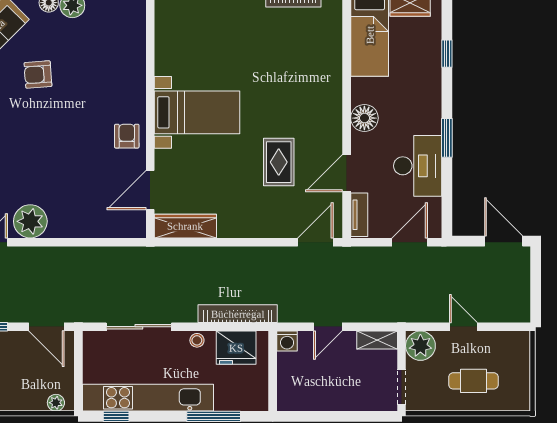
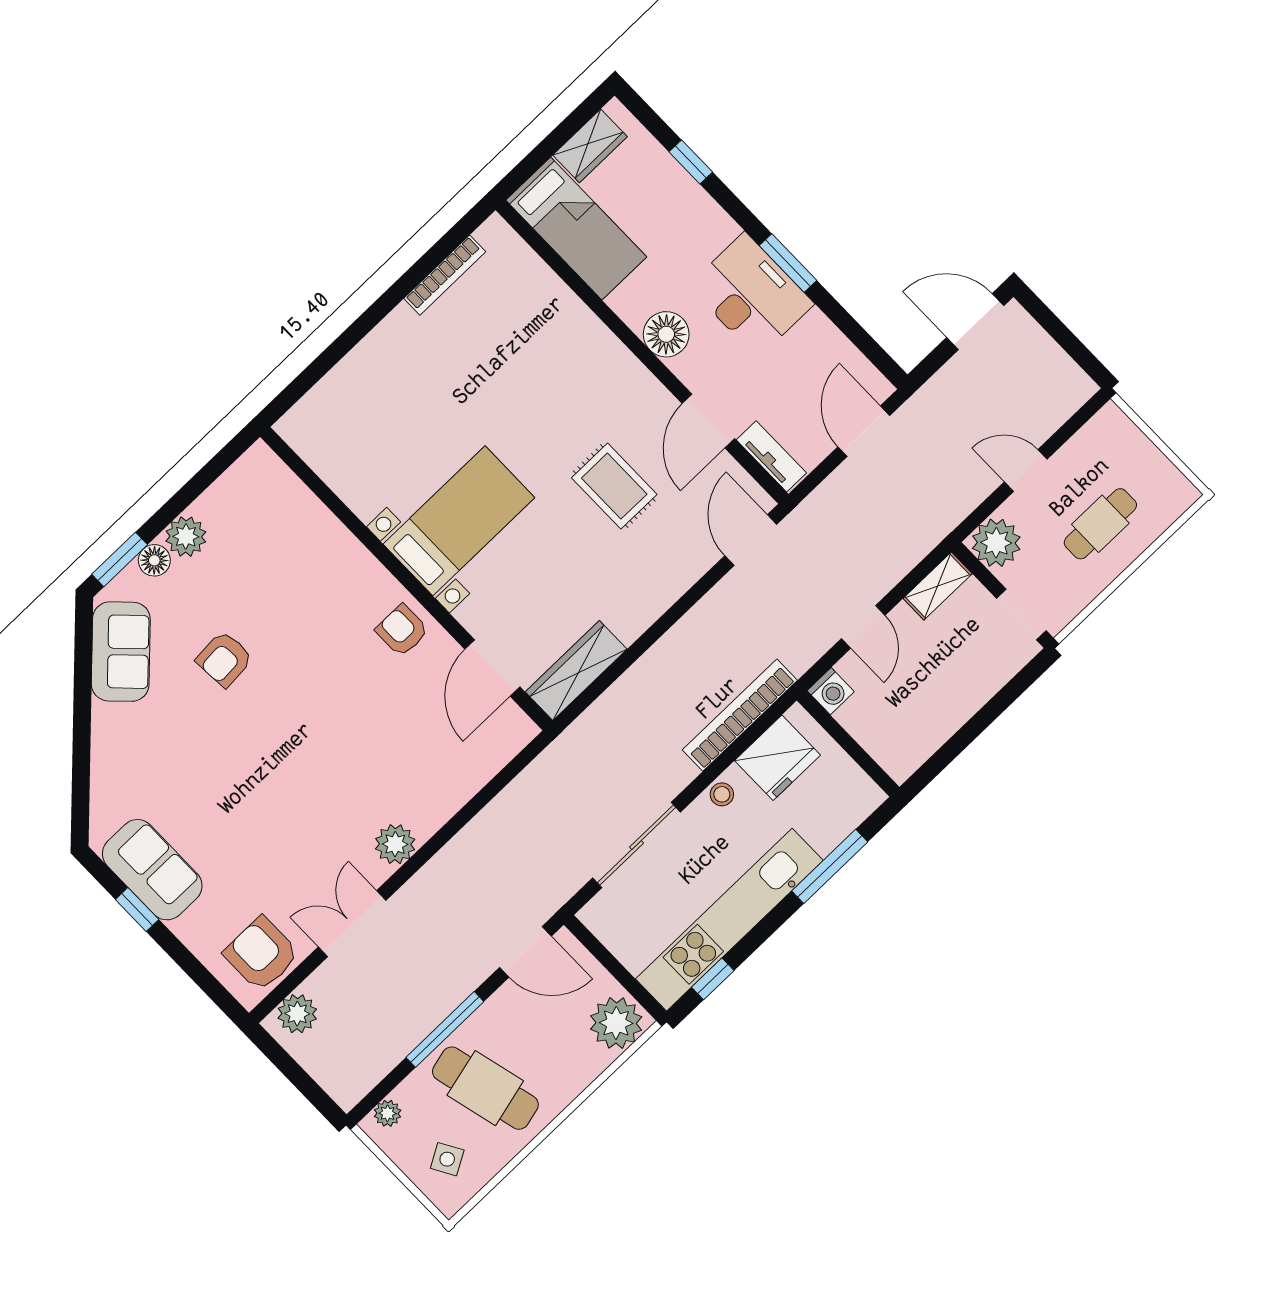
desk: (418, 166) -> (751, 295), moved
plant: (30, 221) -> (395, 844), width x0.73, depth x0.73
plant: (56, 403) -> (616, 1023), width x1.88, depth x1.88

